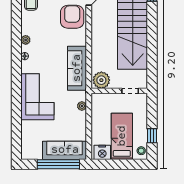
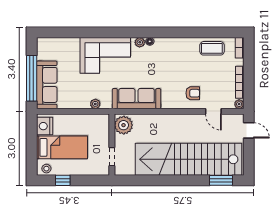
armchair: (72, 17) -> (193, 93), width x0.53, depth x0.53
plant: (26, 40) -> (140, 42), moved

